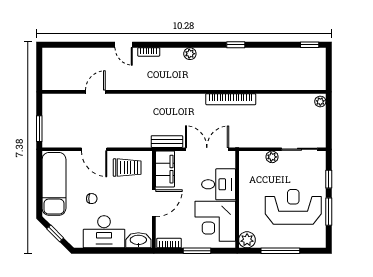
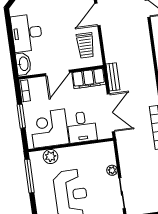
chair: (92, 199) -> (54, 18), removed
door: (154, 203) -> (57, 73), hinge flipped
plant: (247, 240) -> (51, 157), moved
window: (280, 251) -> (29, 176), moved

